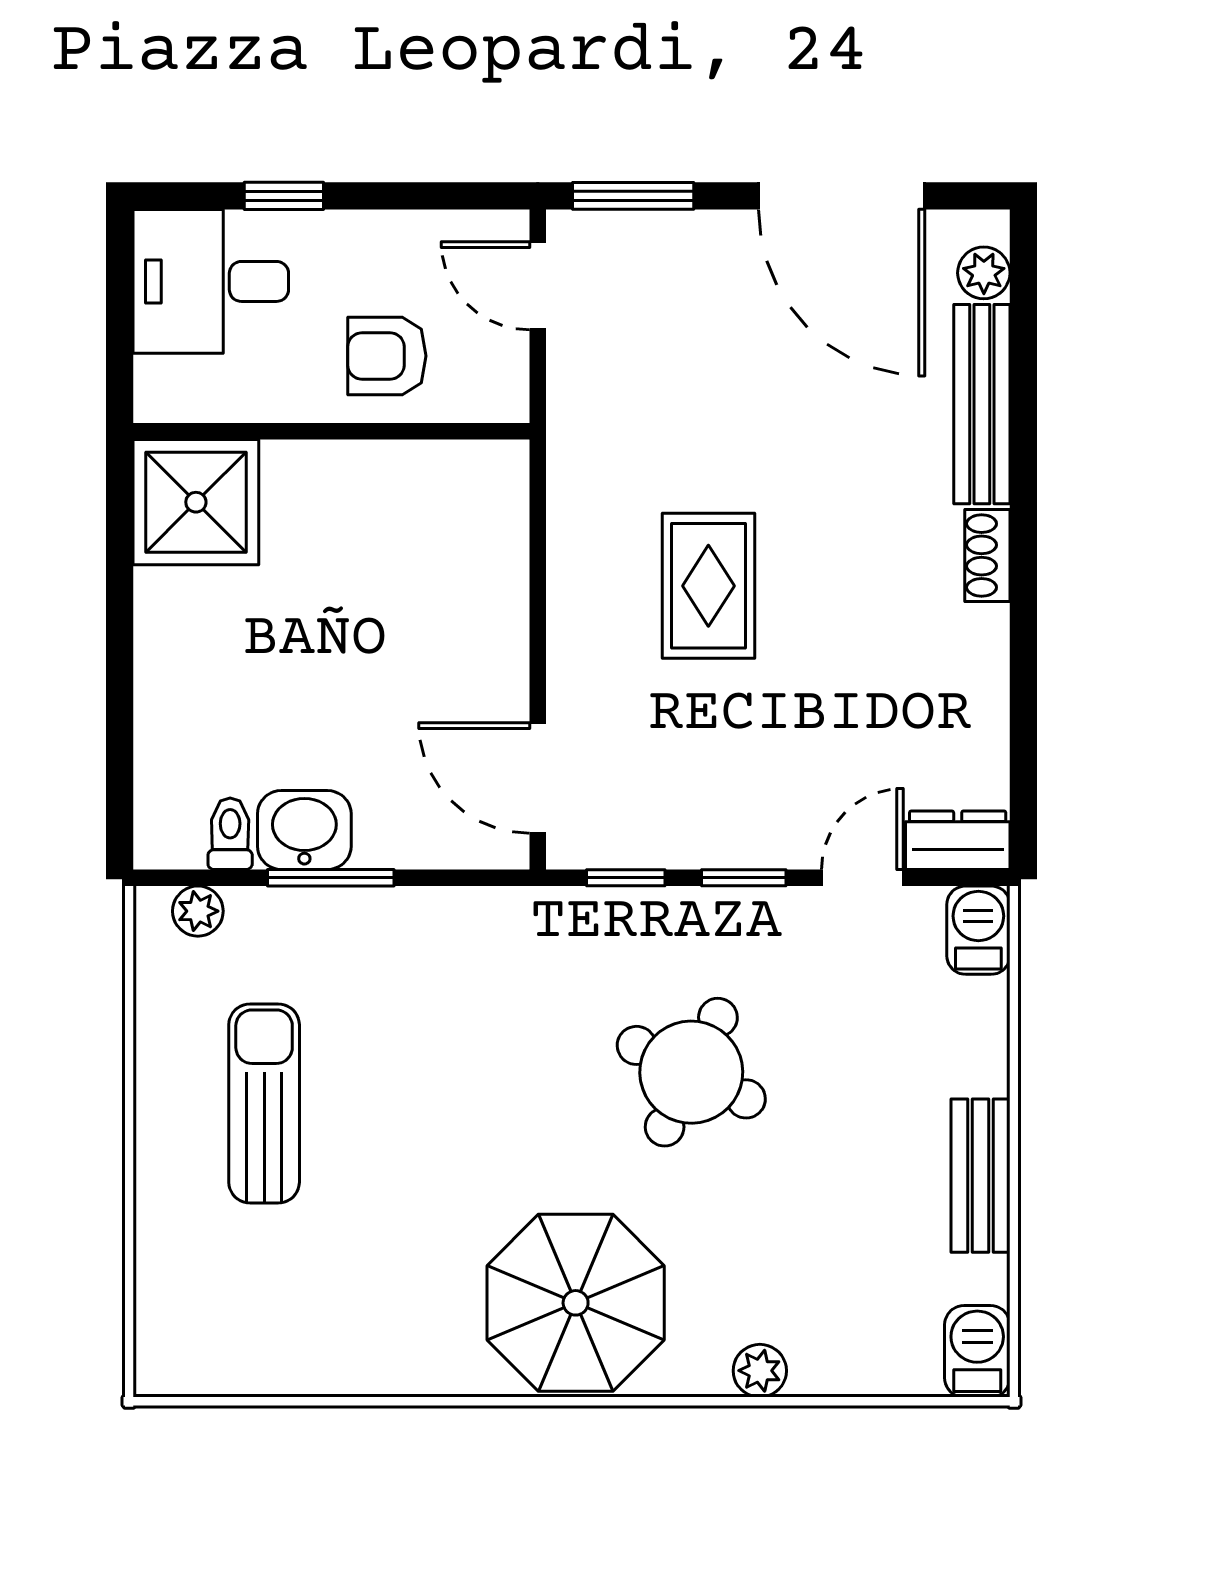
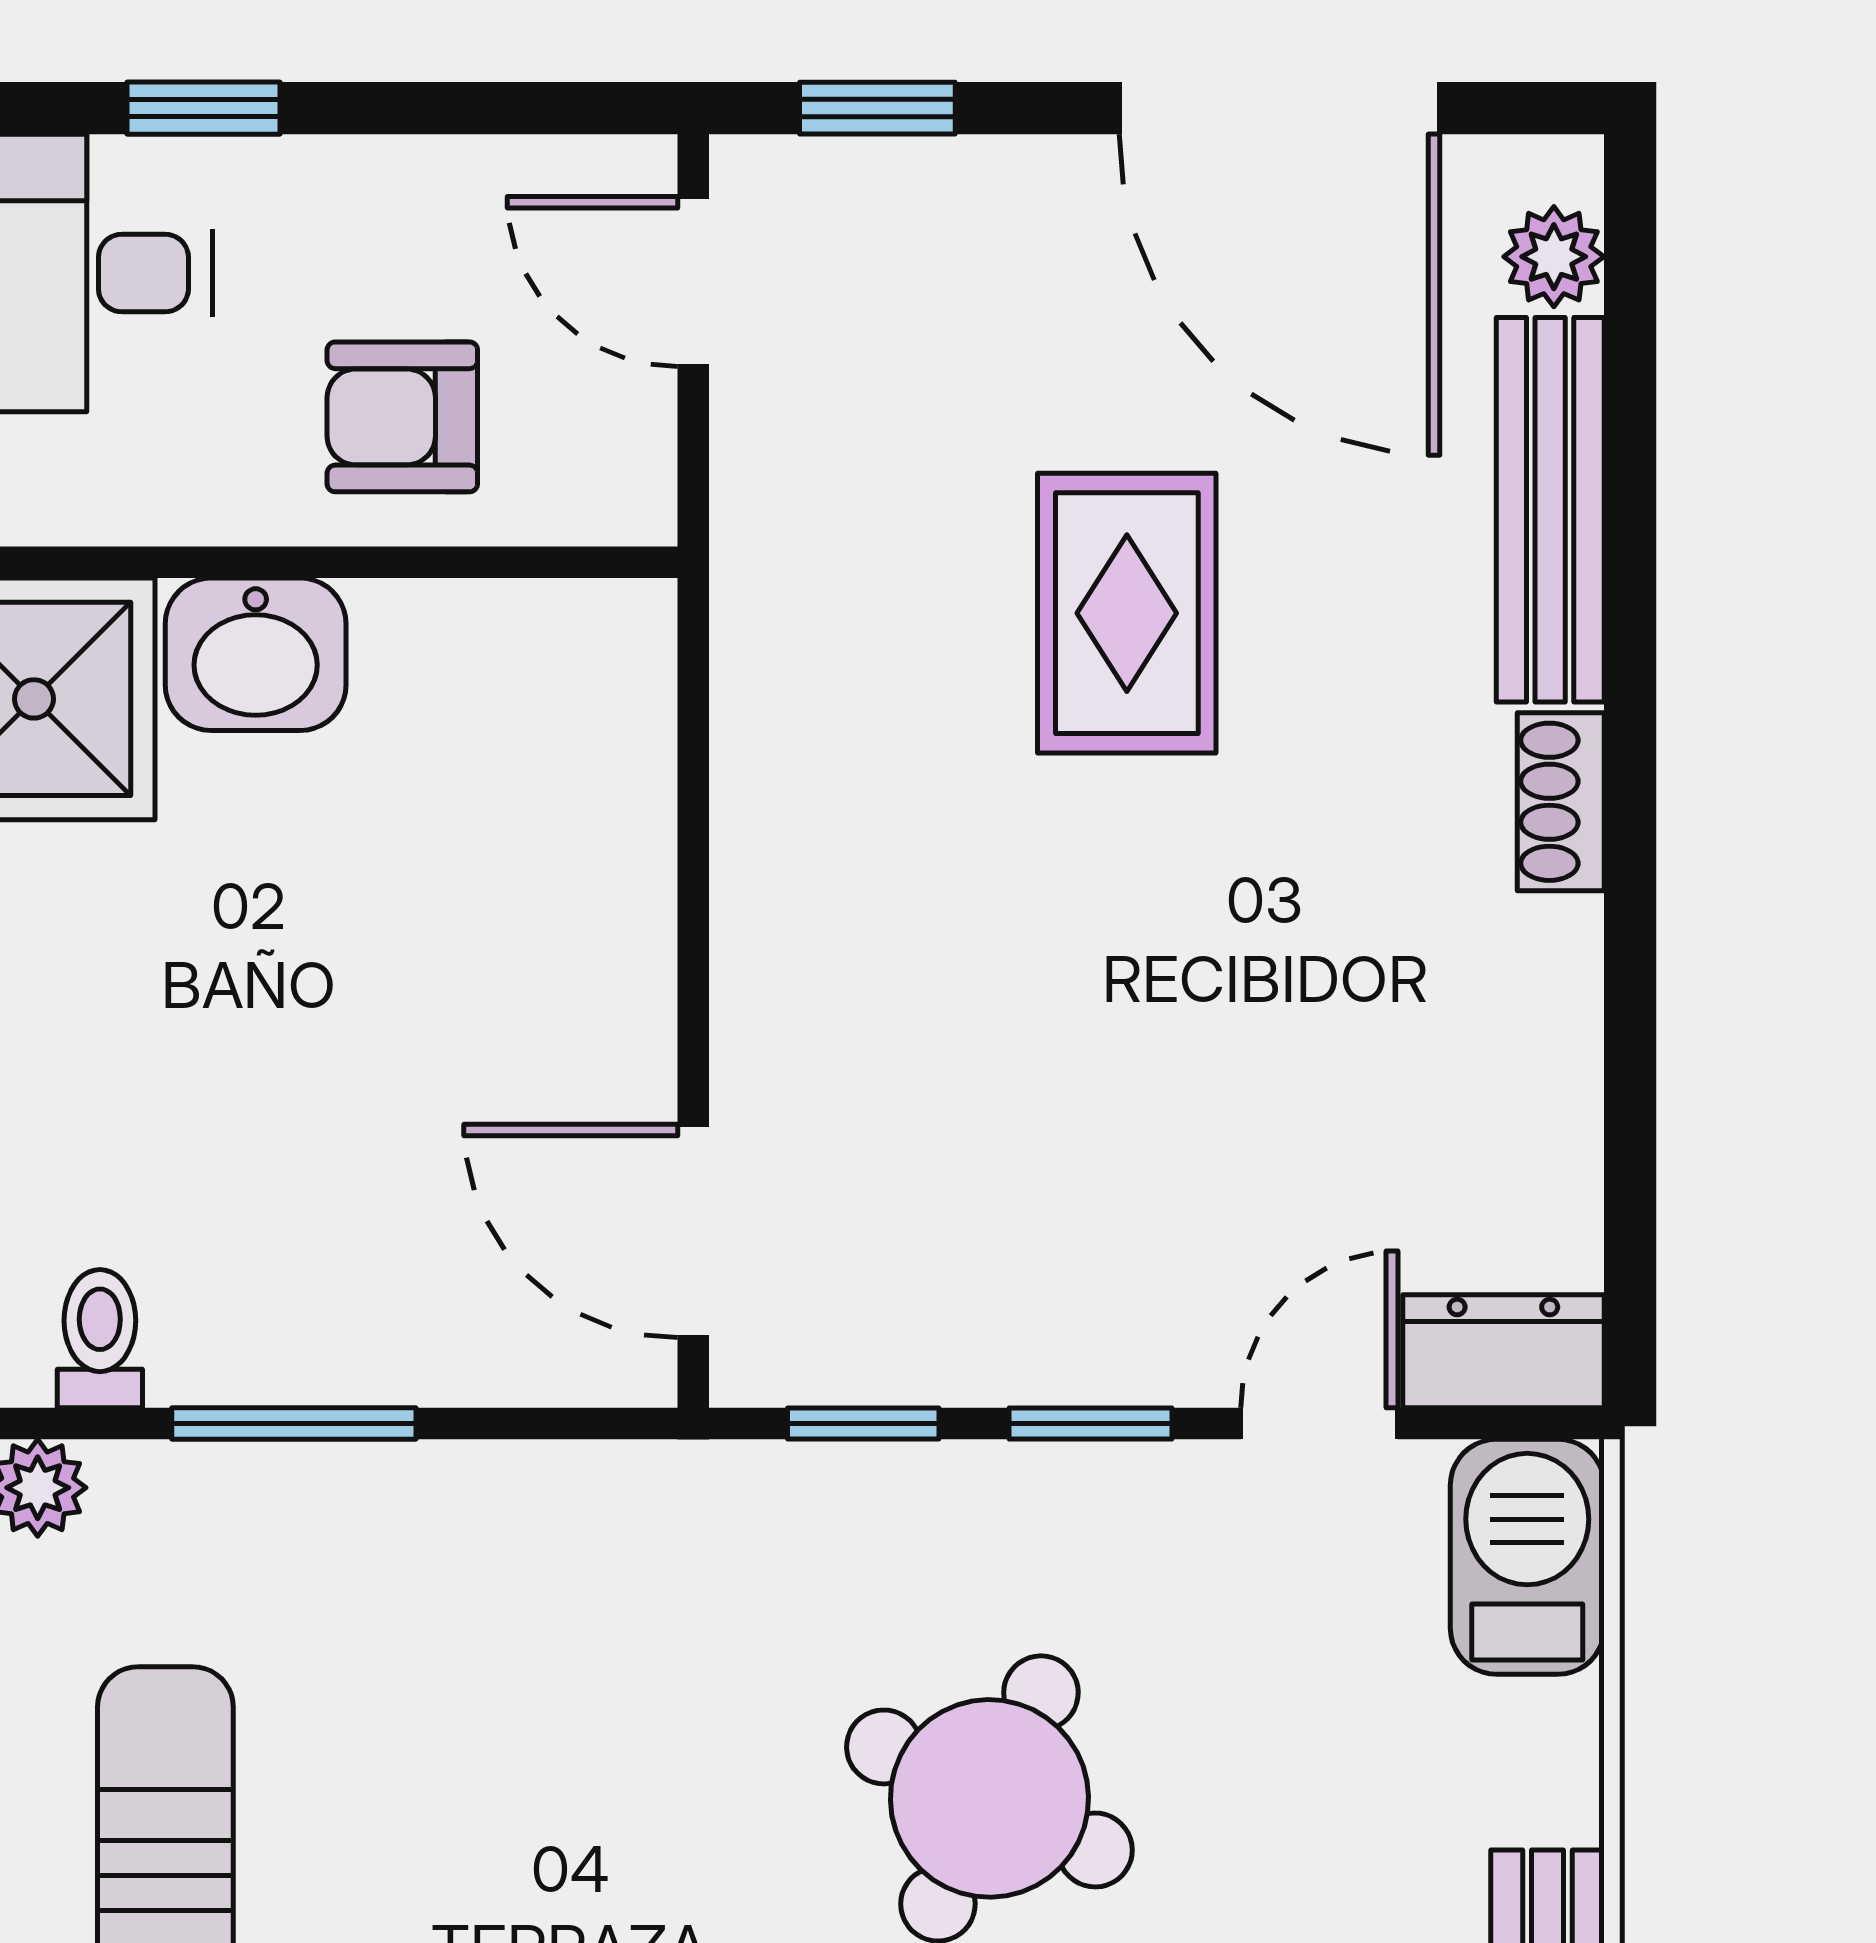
window: (633, 196) -> (877, 108), width x0.67
rug: (708, 586) -> (1127, 613), moved
washbasin: (304, 830) -> (256, 654), moved, turned 180
barbecue: (978, 930) -> (1527, 1557), width x1.38, depth x1.27

